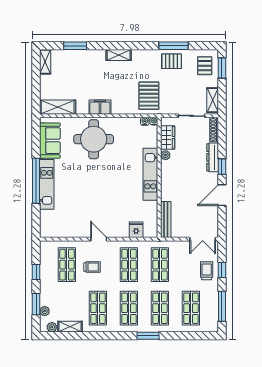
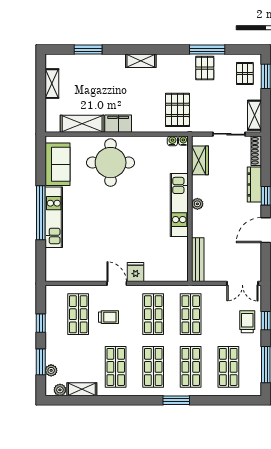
pallet: (172, 61) -> (205, 68), turned 90
shelving: (45, 62) -> (52, 84), moved
shelving: (58, 107) -> (82, 124), moved
plant: (165, 155) -> (197, 204), moved
fridge: (136, 230) -> (136, 272), moved

